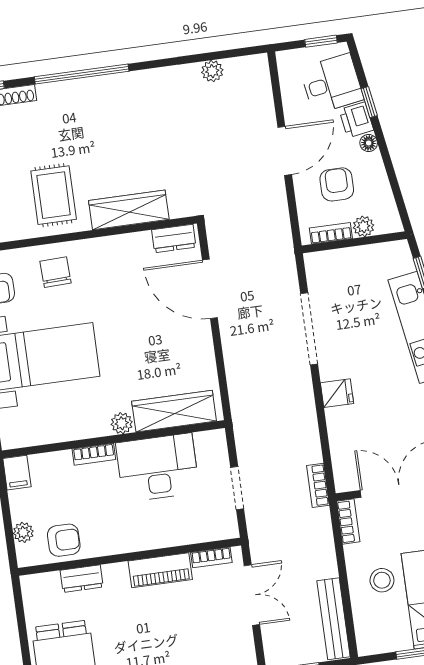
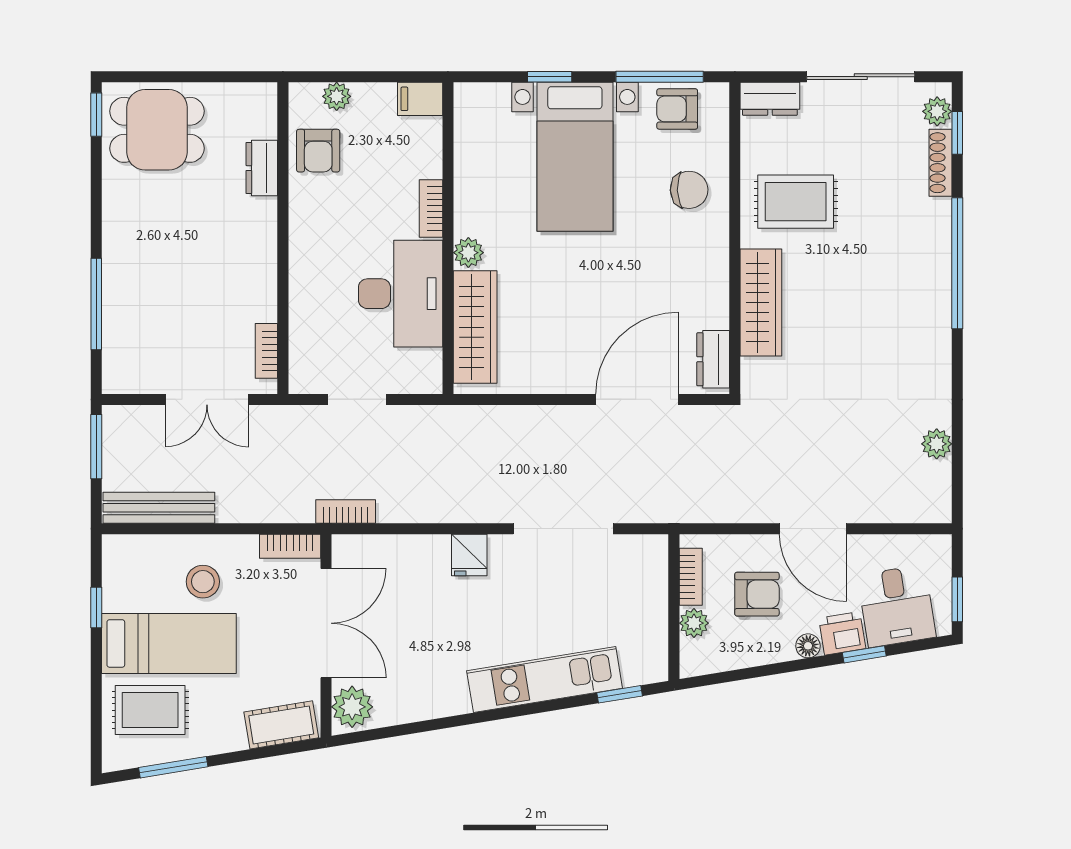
piano: (160, 570) -> (259, 278), removed

